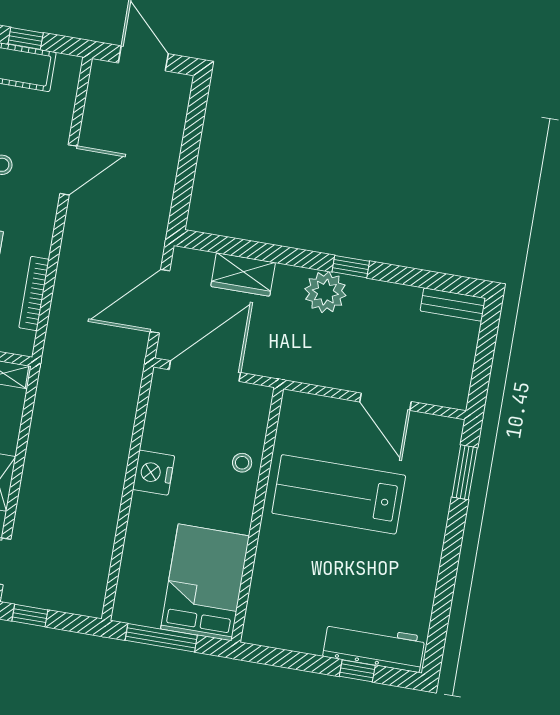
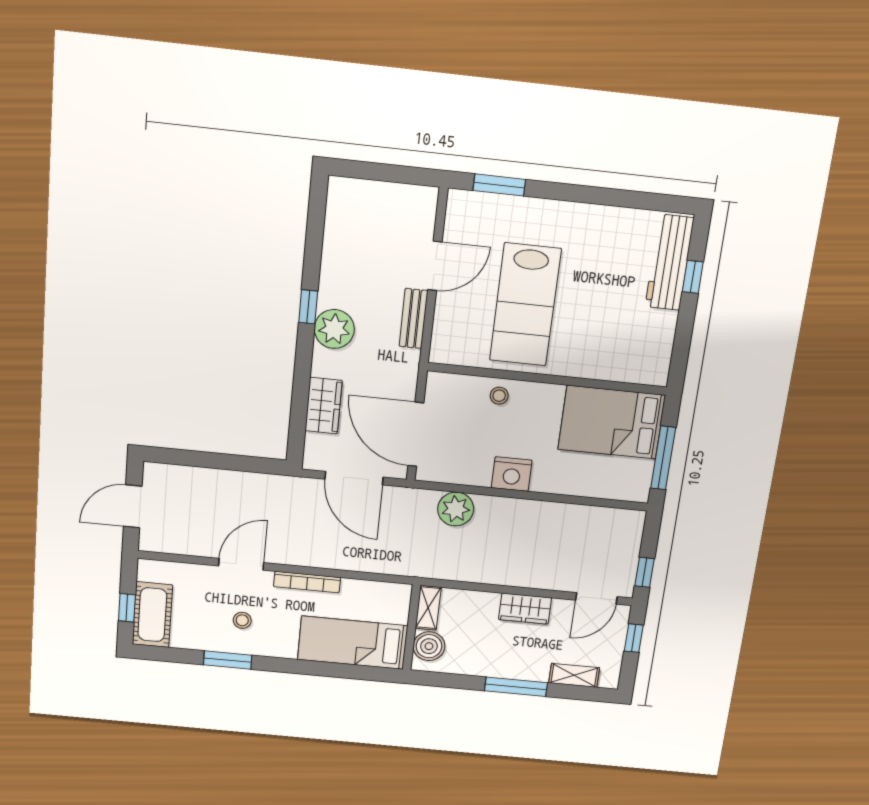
door: (69, 170) -> (241, 564), hinge flipped
bookcase: (34, 293) -> (307, 582), moved
bench: (453, 304) -> (413, 318), moved
plant: (117, 410) -> (456, 509), added

